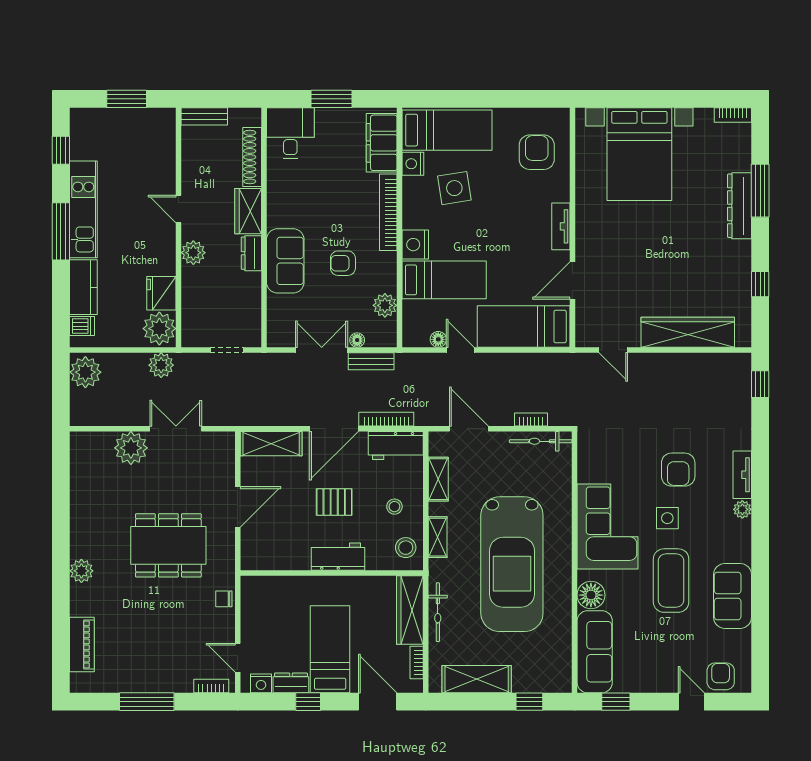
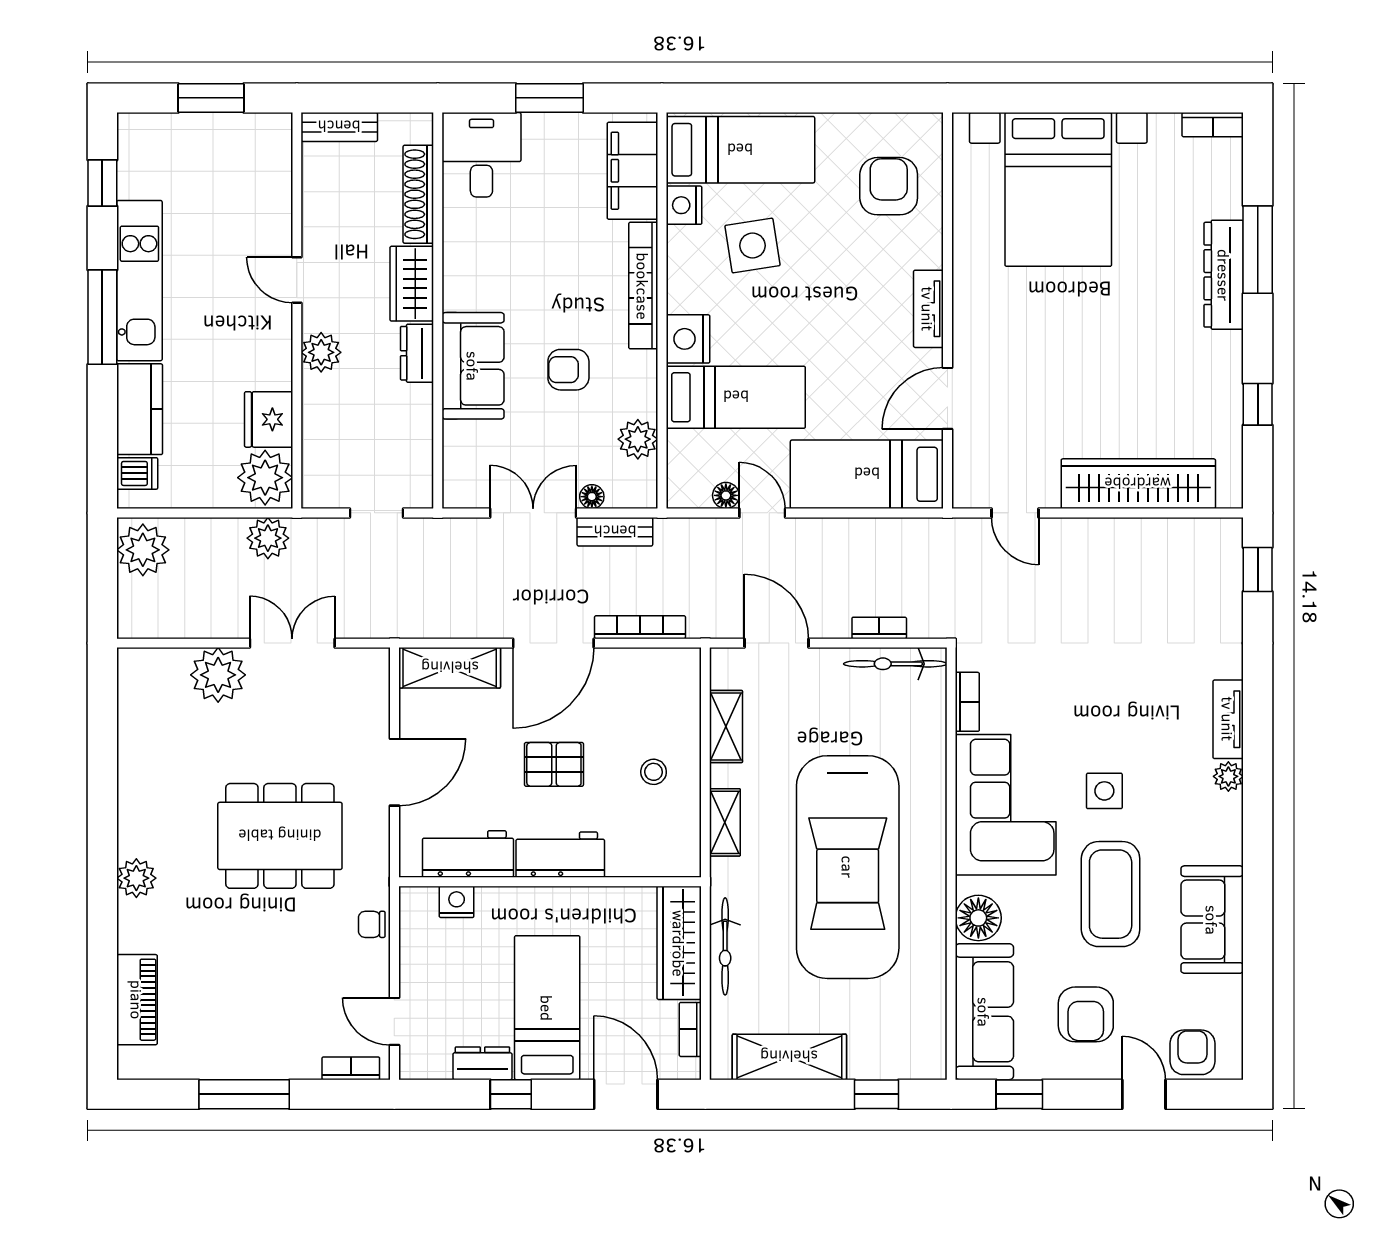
workbench: (396, 445) -> (468, 854), moved, turned 180
bookcase: (584, 464) -> (967, 702), added
armchair: (678, 470) -> (1086, 1014), moved
stool: (406, 548) -> (672, 840), removed
nightstand: (261, 683) -> (457, 902), moved, turned 180

